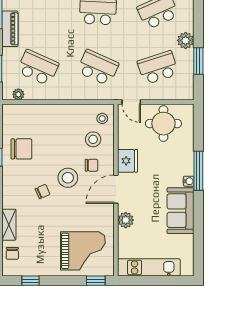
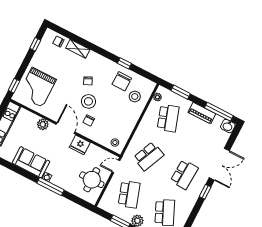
school desk: (38, 68) -> (168, 118), turned -42
stool: (93, 139) -> (135, 97), moved

